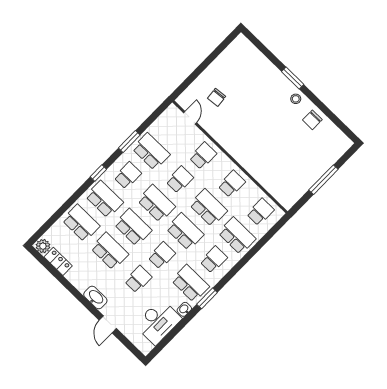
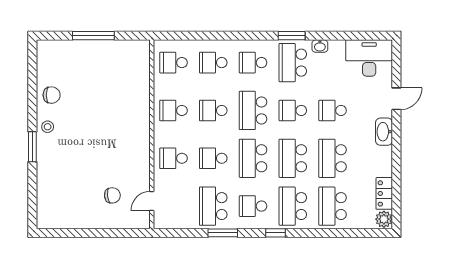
school desk: (208, 208) -> (213, 110), width x0.54
school desk: (237, 236) -> (213, 63), width x0.54
desk: (158, 322) -> (369, 58), moved

